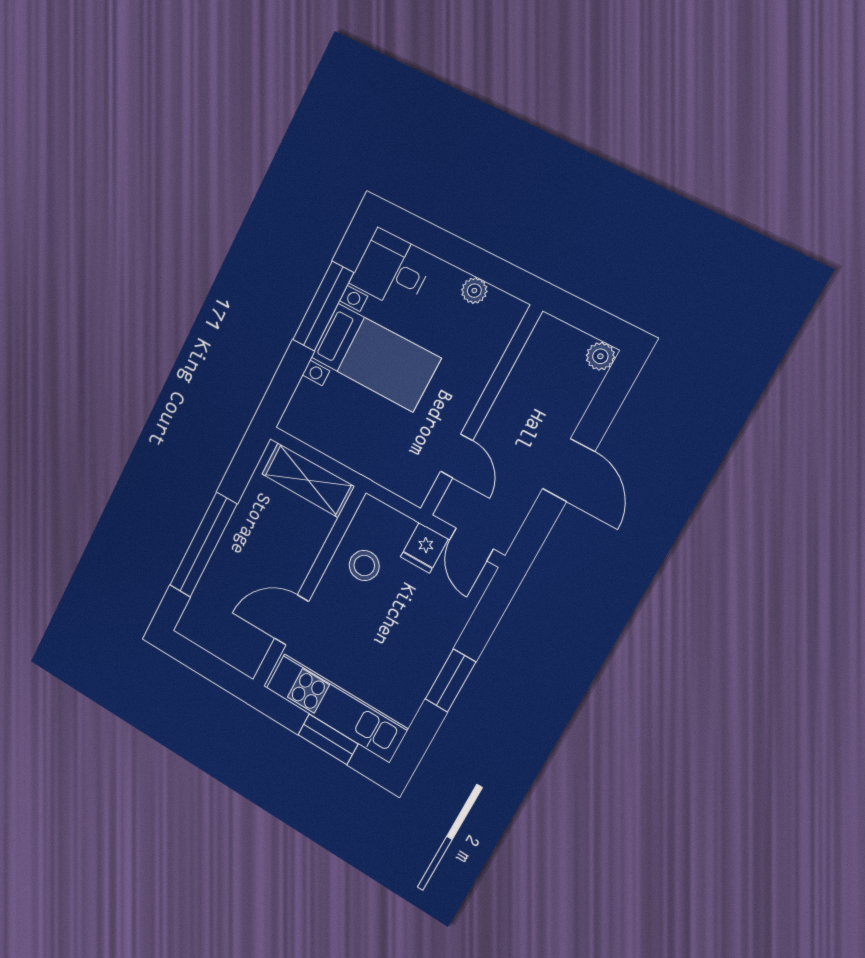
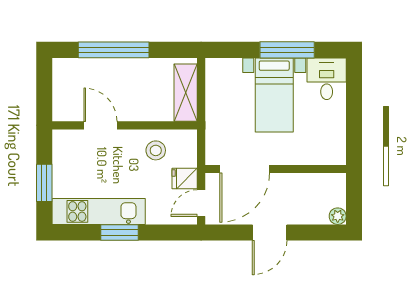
plant: (474, 291) -> (338, 131), removed
door: (457, 456) -> (245, 169), width x1.88
kitchen unit: (337, 708) -> (99, 211), moved, turned -90

